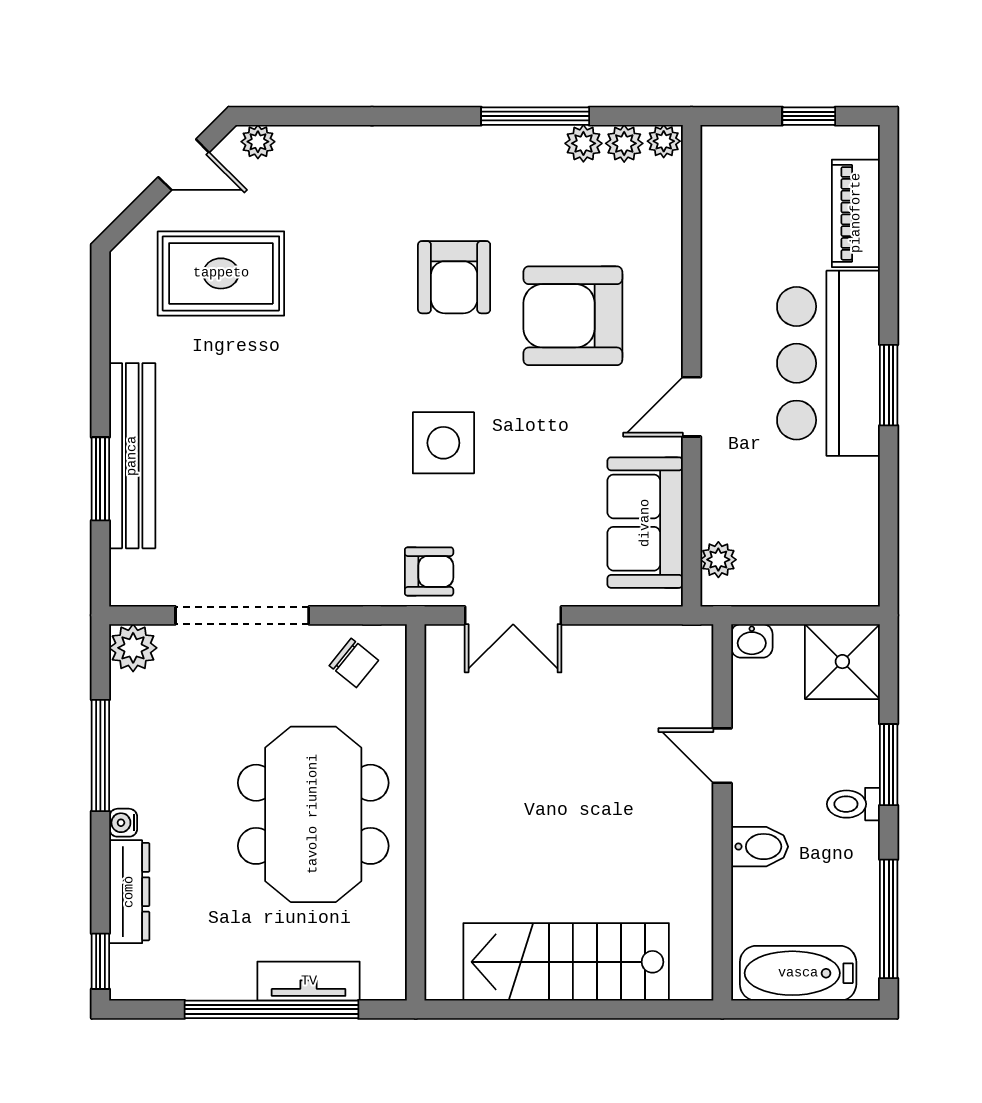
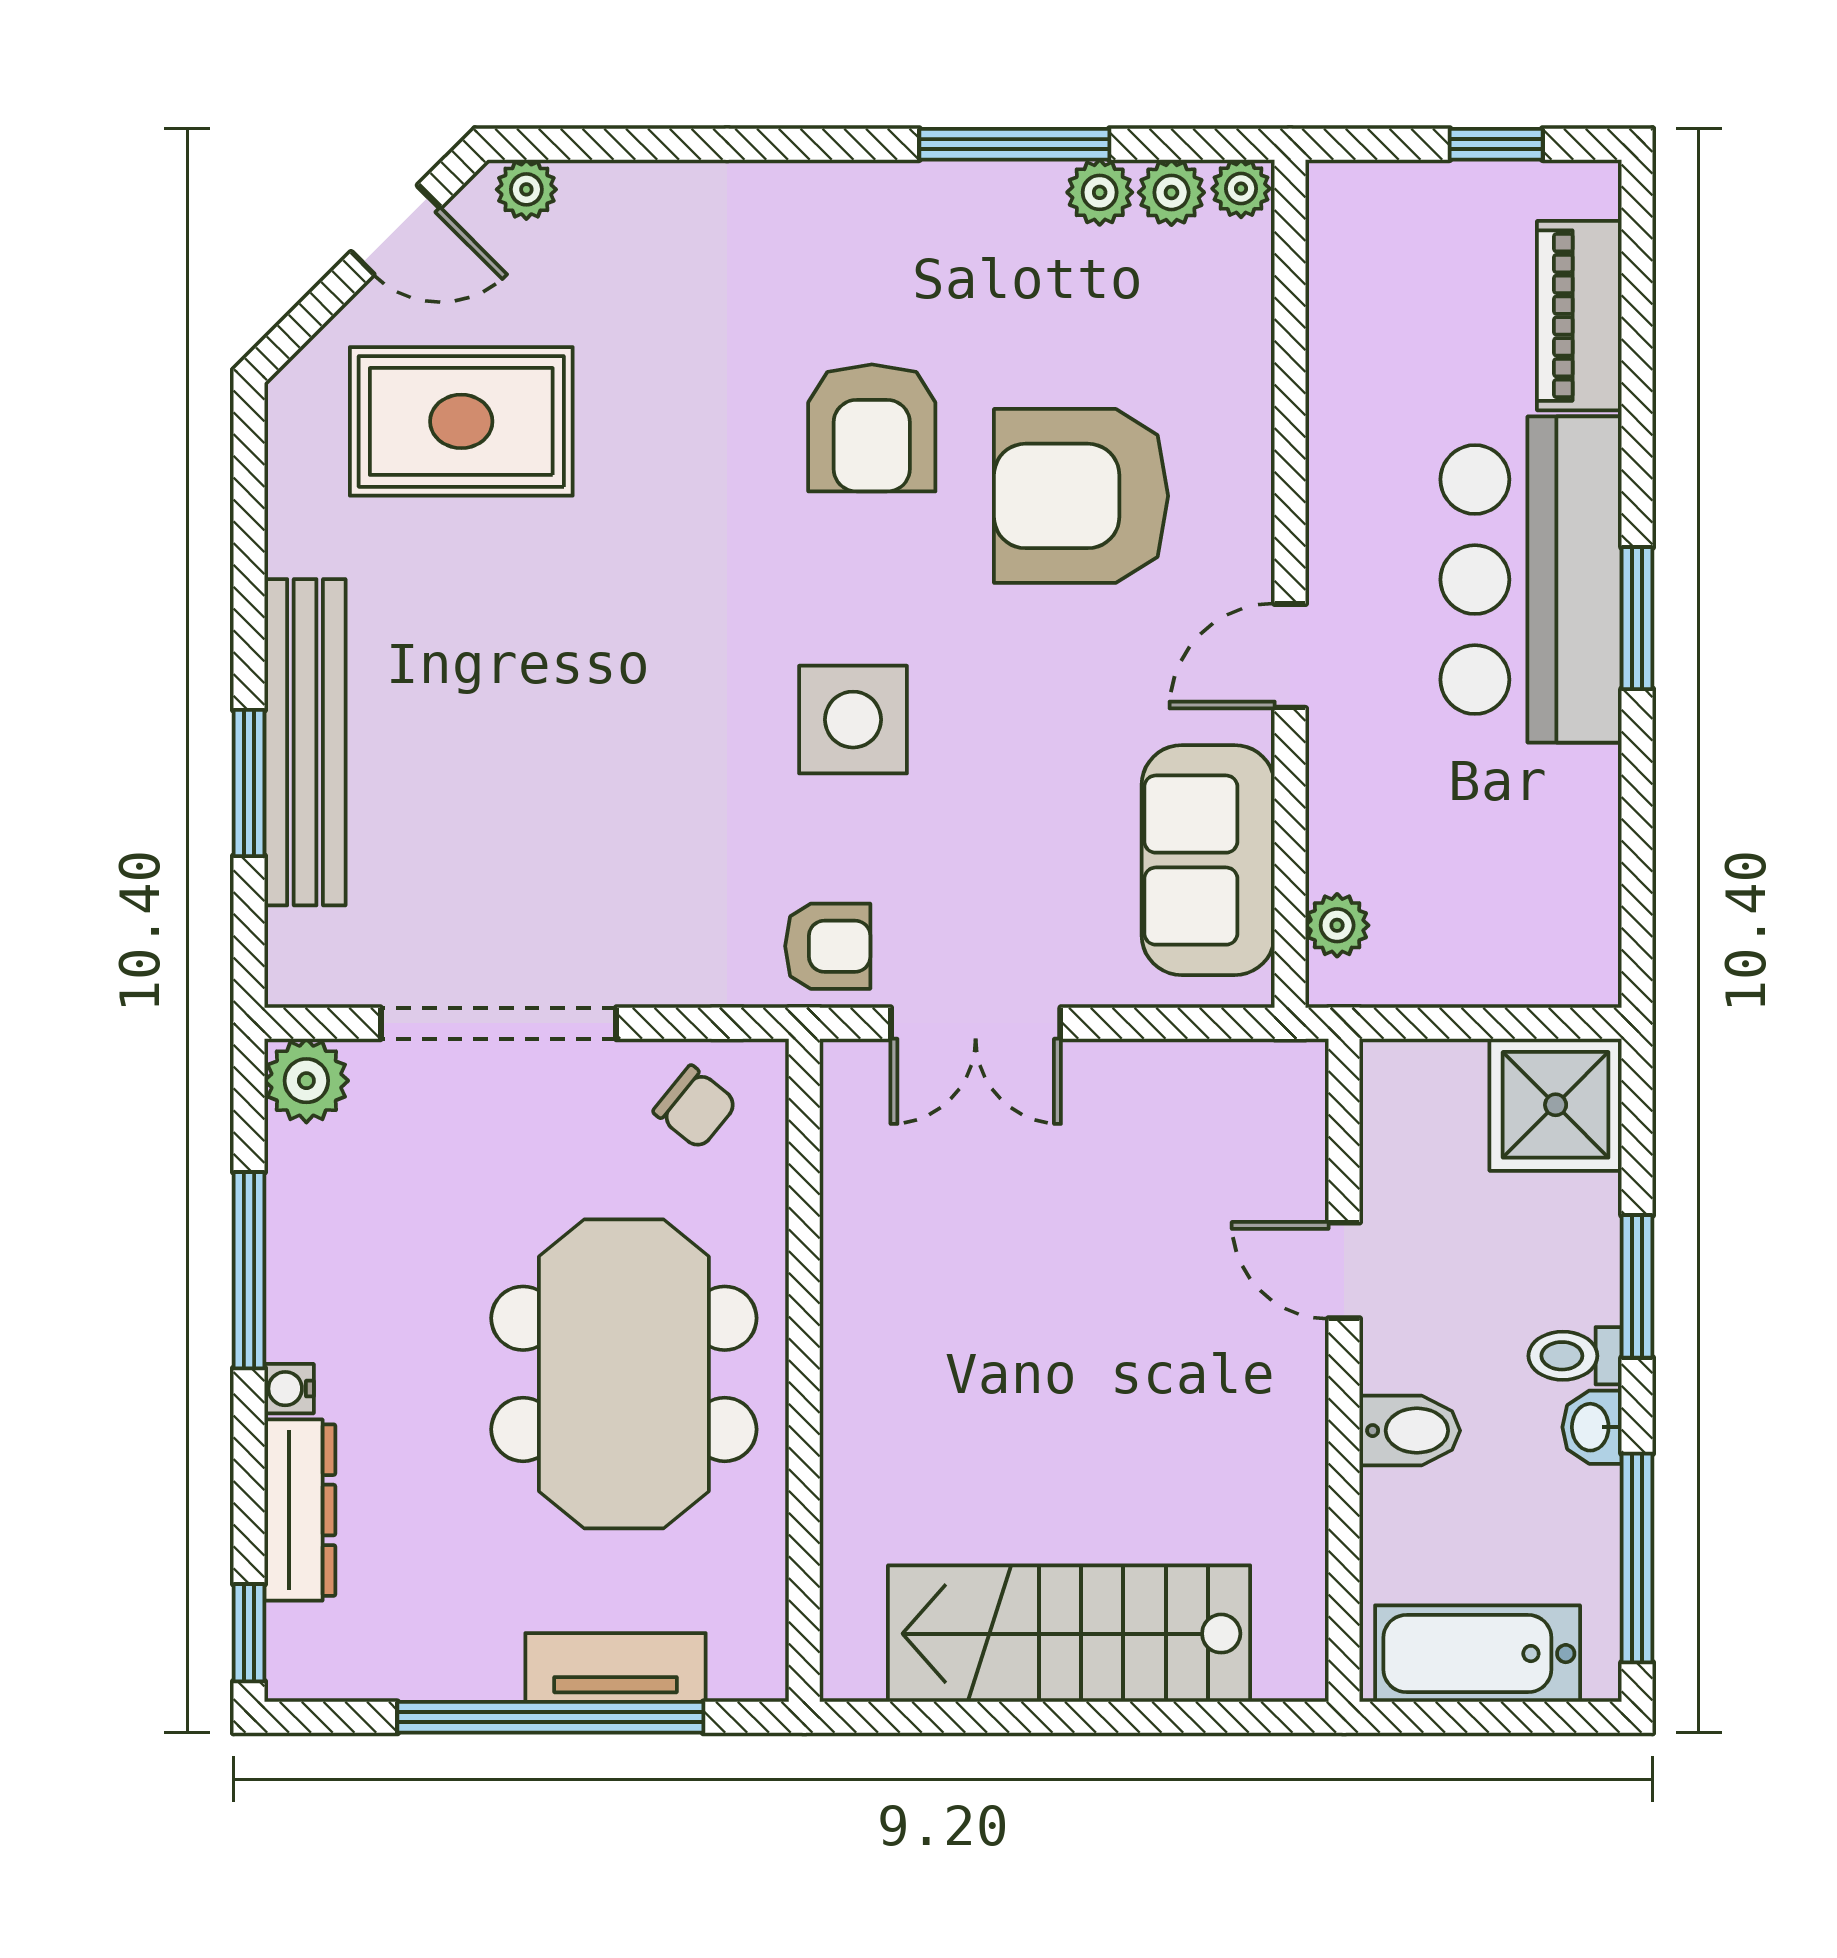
washbasin: (752, 641) -> (1592, 1427), moved, turned 90

